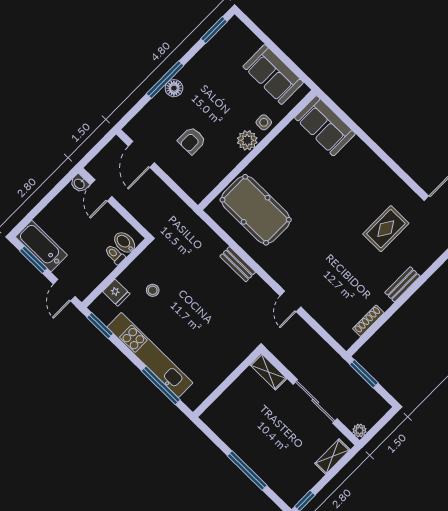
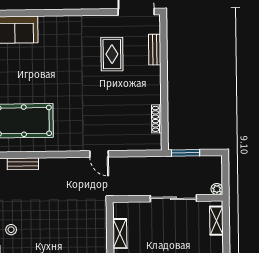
bench: (238, 264) -> (23, 164), moved
bench: (402, 284) -> (155, 50), moved
shelving: (268, 372) -> (120, 234), moved, turned 90

